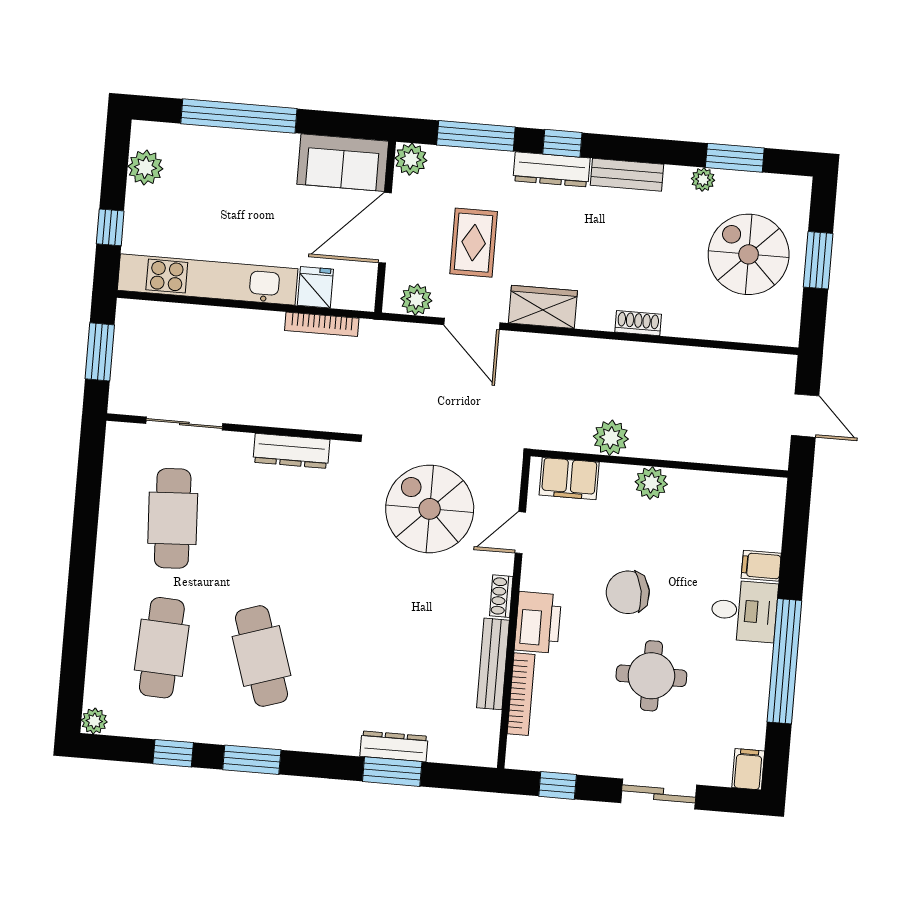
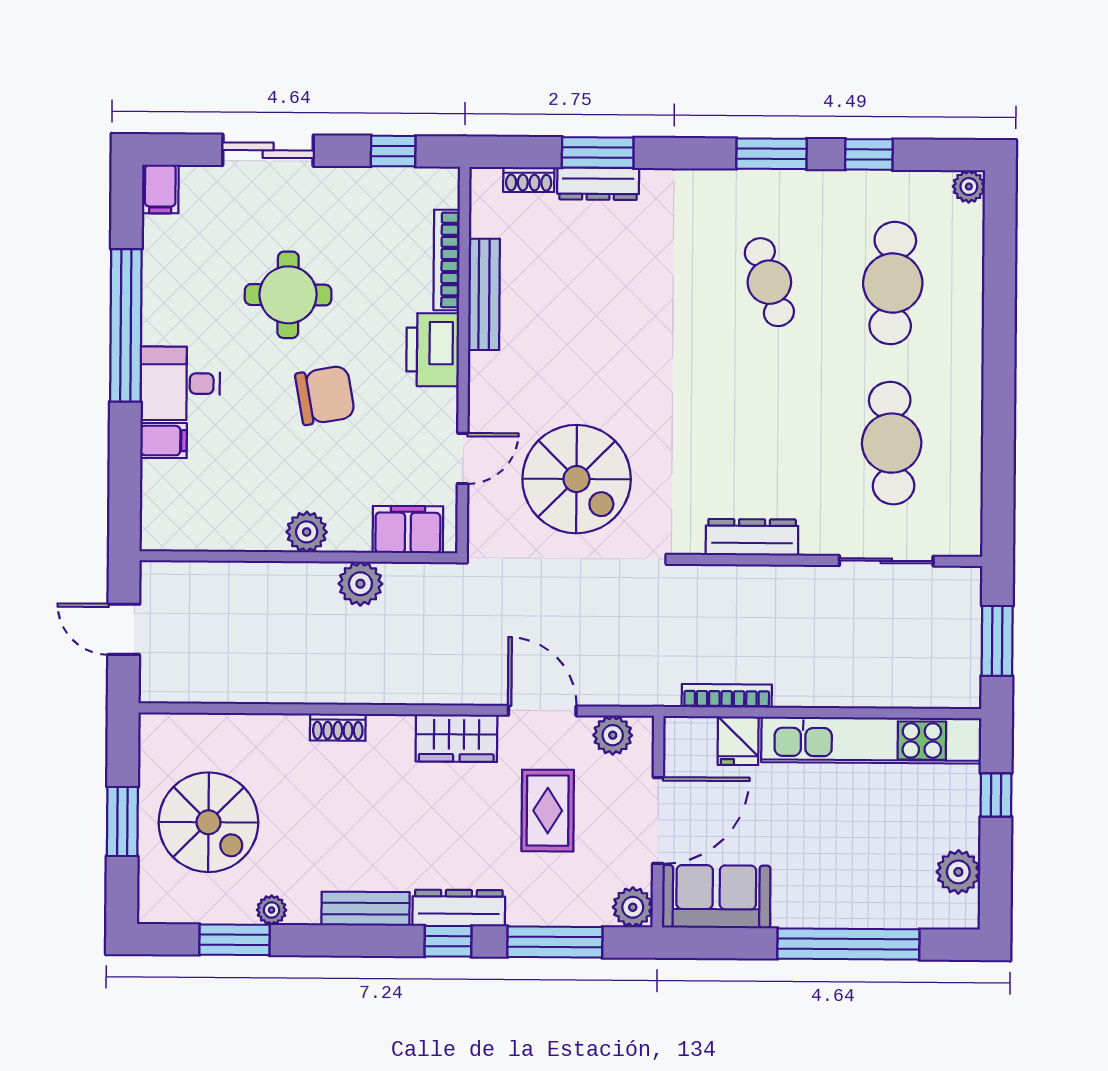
shoe rack: (501, 596) -> (529, 180), moved, turned 90
cafe table: (262, 656) -> (769, 282), width x0.73, depth x0.74

